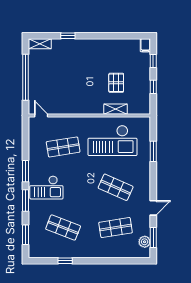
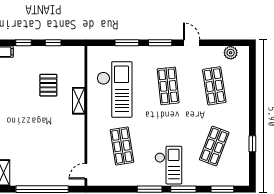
pallet: (116, 83) -> (48, 85), turned 90
shelving: (116, 109) -> (79, 101), moved
shop shelf: (116, 187) -> (168, 86), turned -30
window: (153, 237) -> (160, 43), moved

